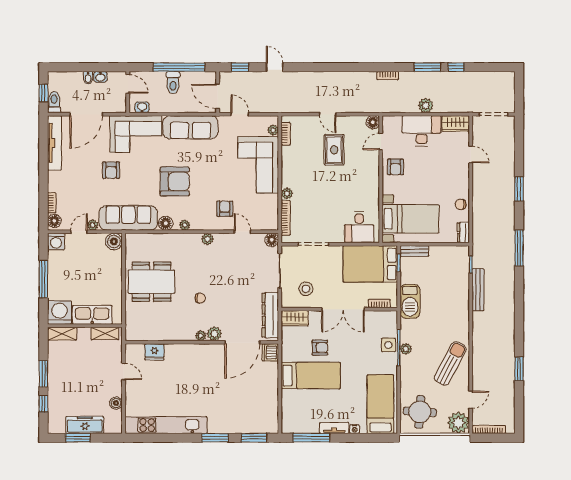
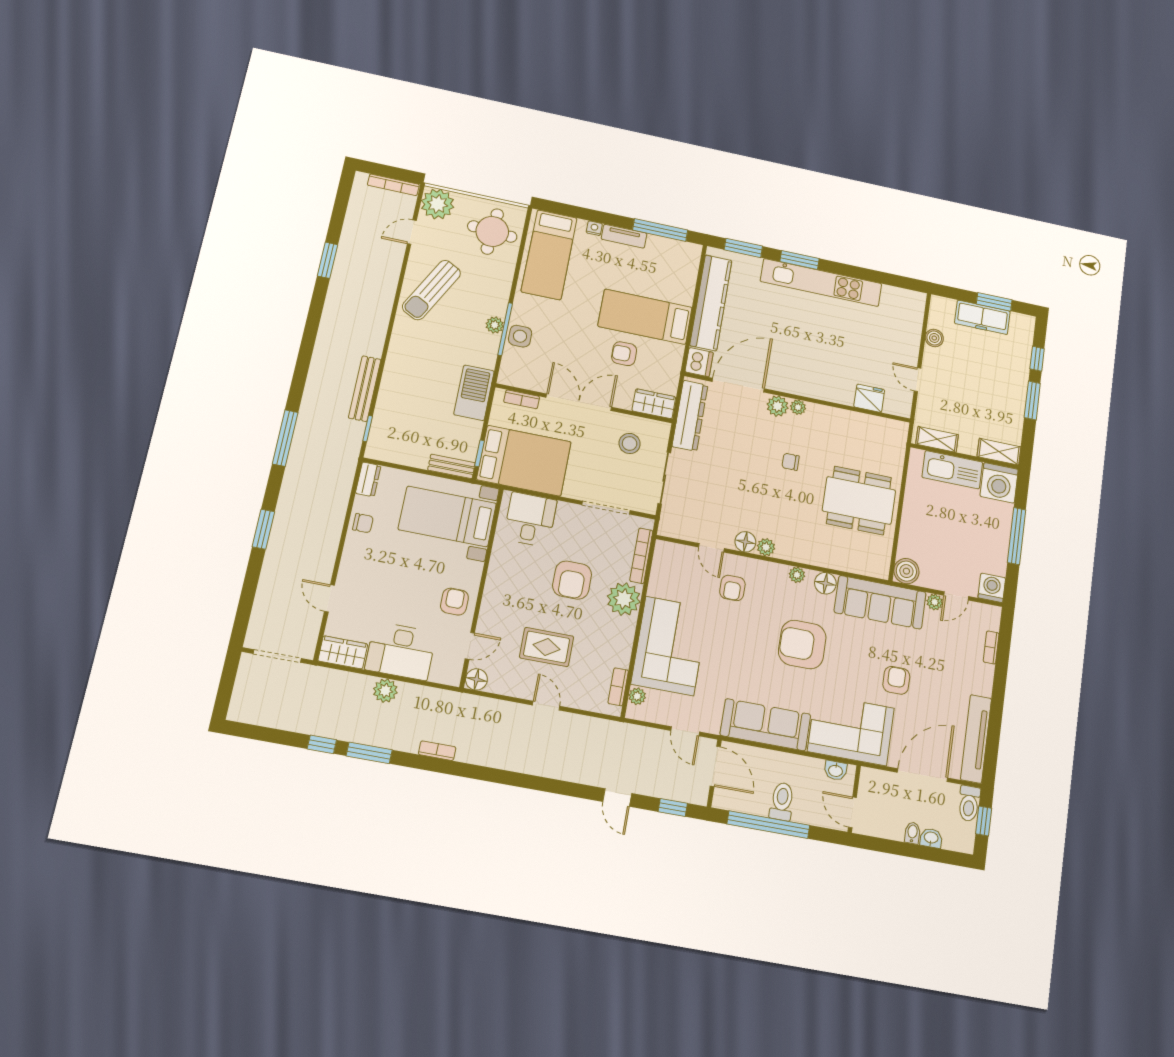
washbasin: (100, 77) -> (931, 838), moved
rug: (334, 150) -> (547, 647), turned 90
plant: (287, 193) -> (624, 599), width x1.88, depth x1.88
armchair: (326, 194) -> (572, 580), added
floor lamp: (54, 221) -> (991, 619), removed
floor lamp: (272, 240) -> (745, 542), moved
kitchen counter: (269, 395) -> (711, 303), added
kitchen unit: (166, 425) -> (821, 283), moved

